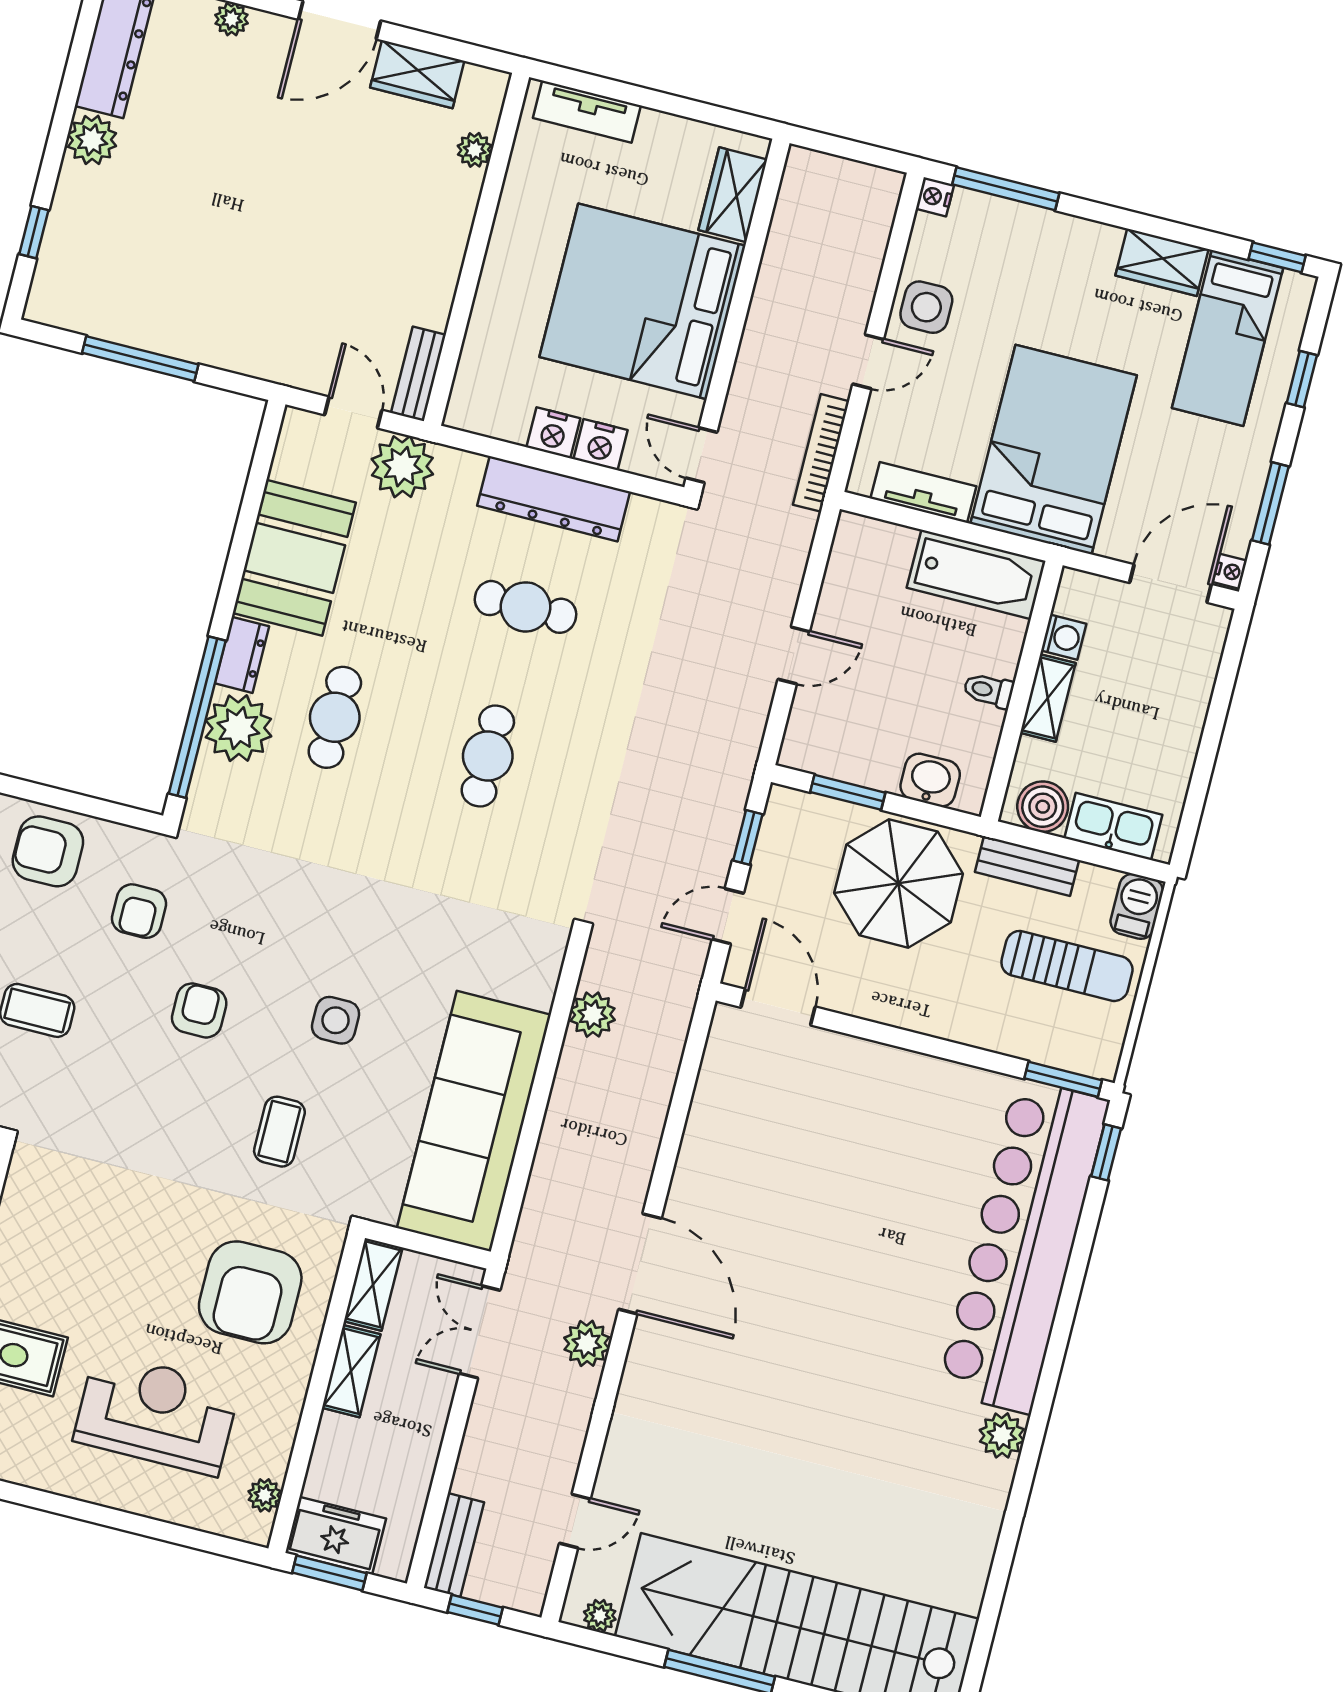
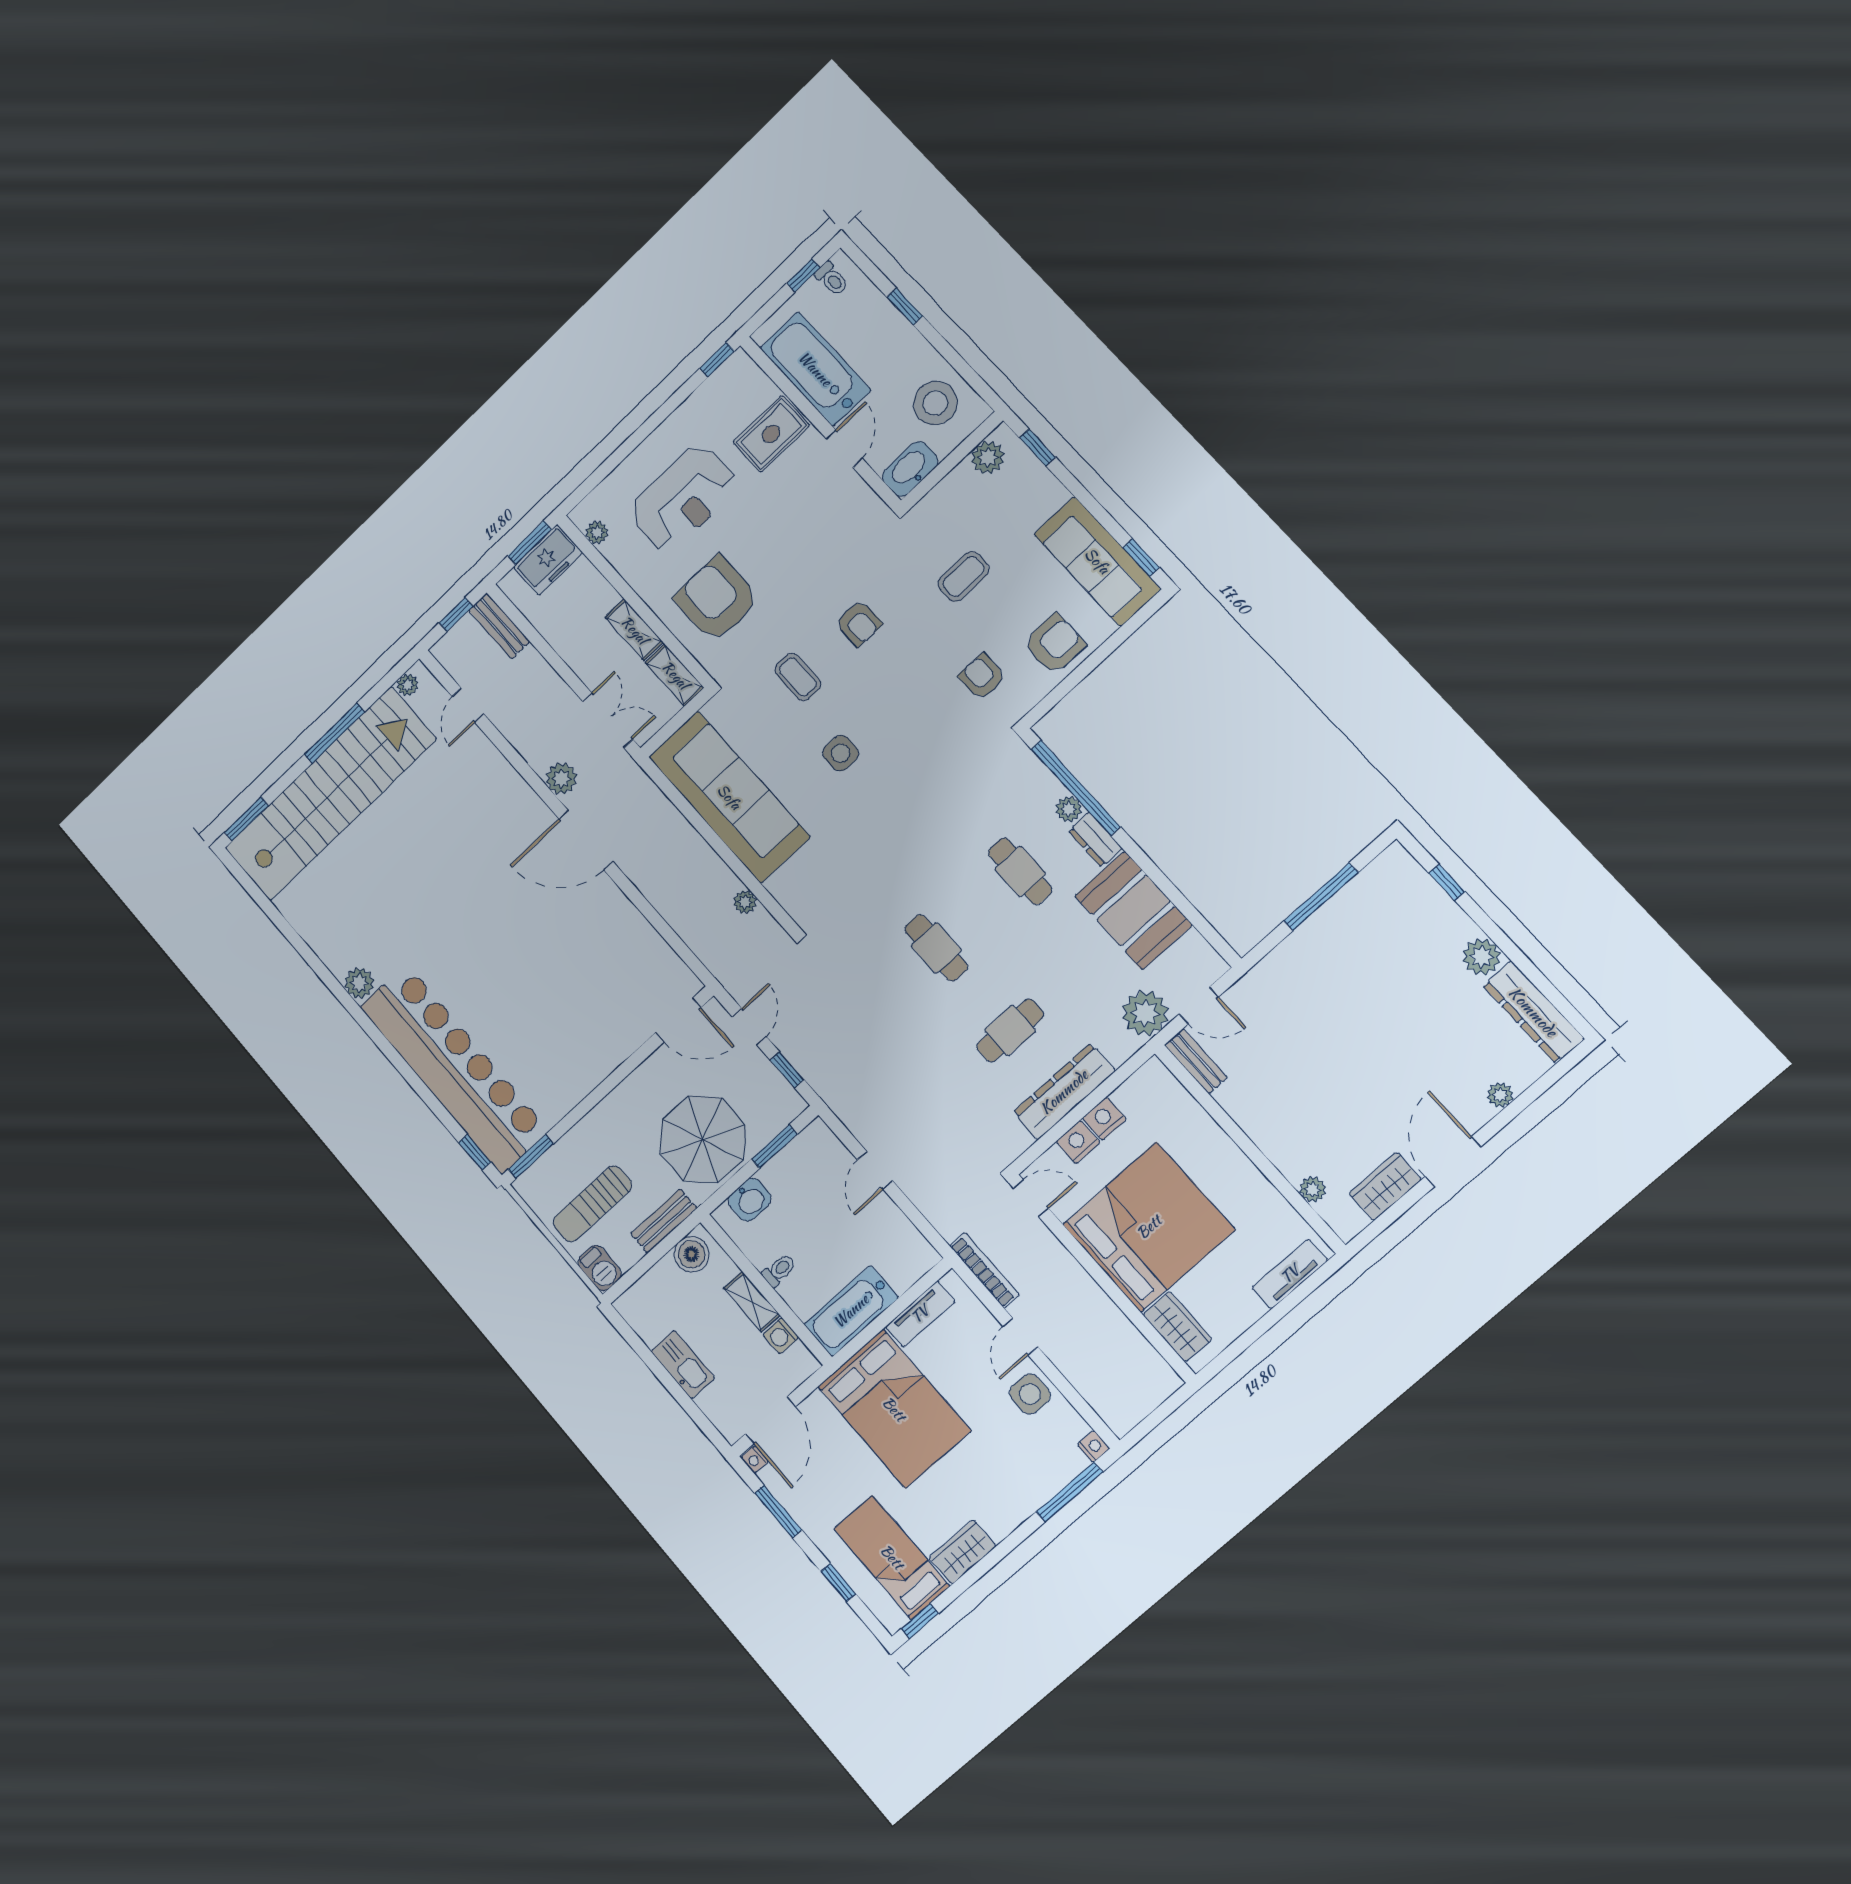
plant: (238, 728) -> (1069, 809), width x0.53, depth x0.53
kitchen sink: (1113, 826) -> (683, 1365), moved, turned -90
armchair: (199, 1010) -> (859, 623), moved
plant: (593, 1015) -> (745, 902), width x0.73, depth x0.73

